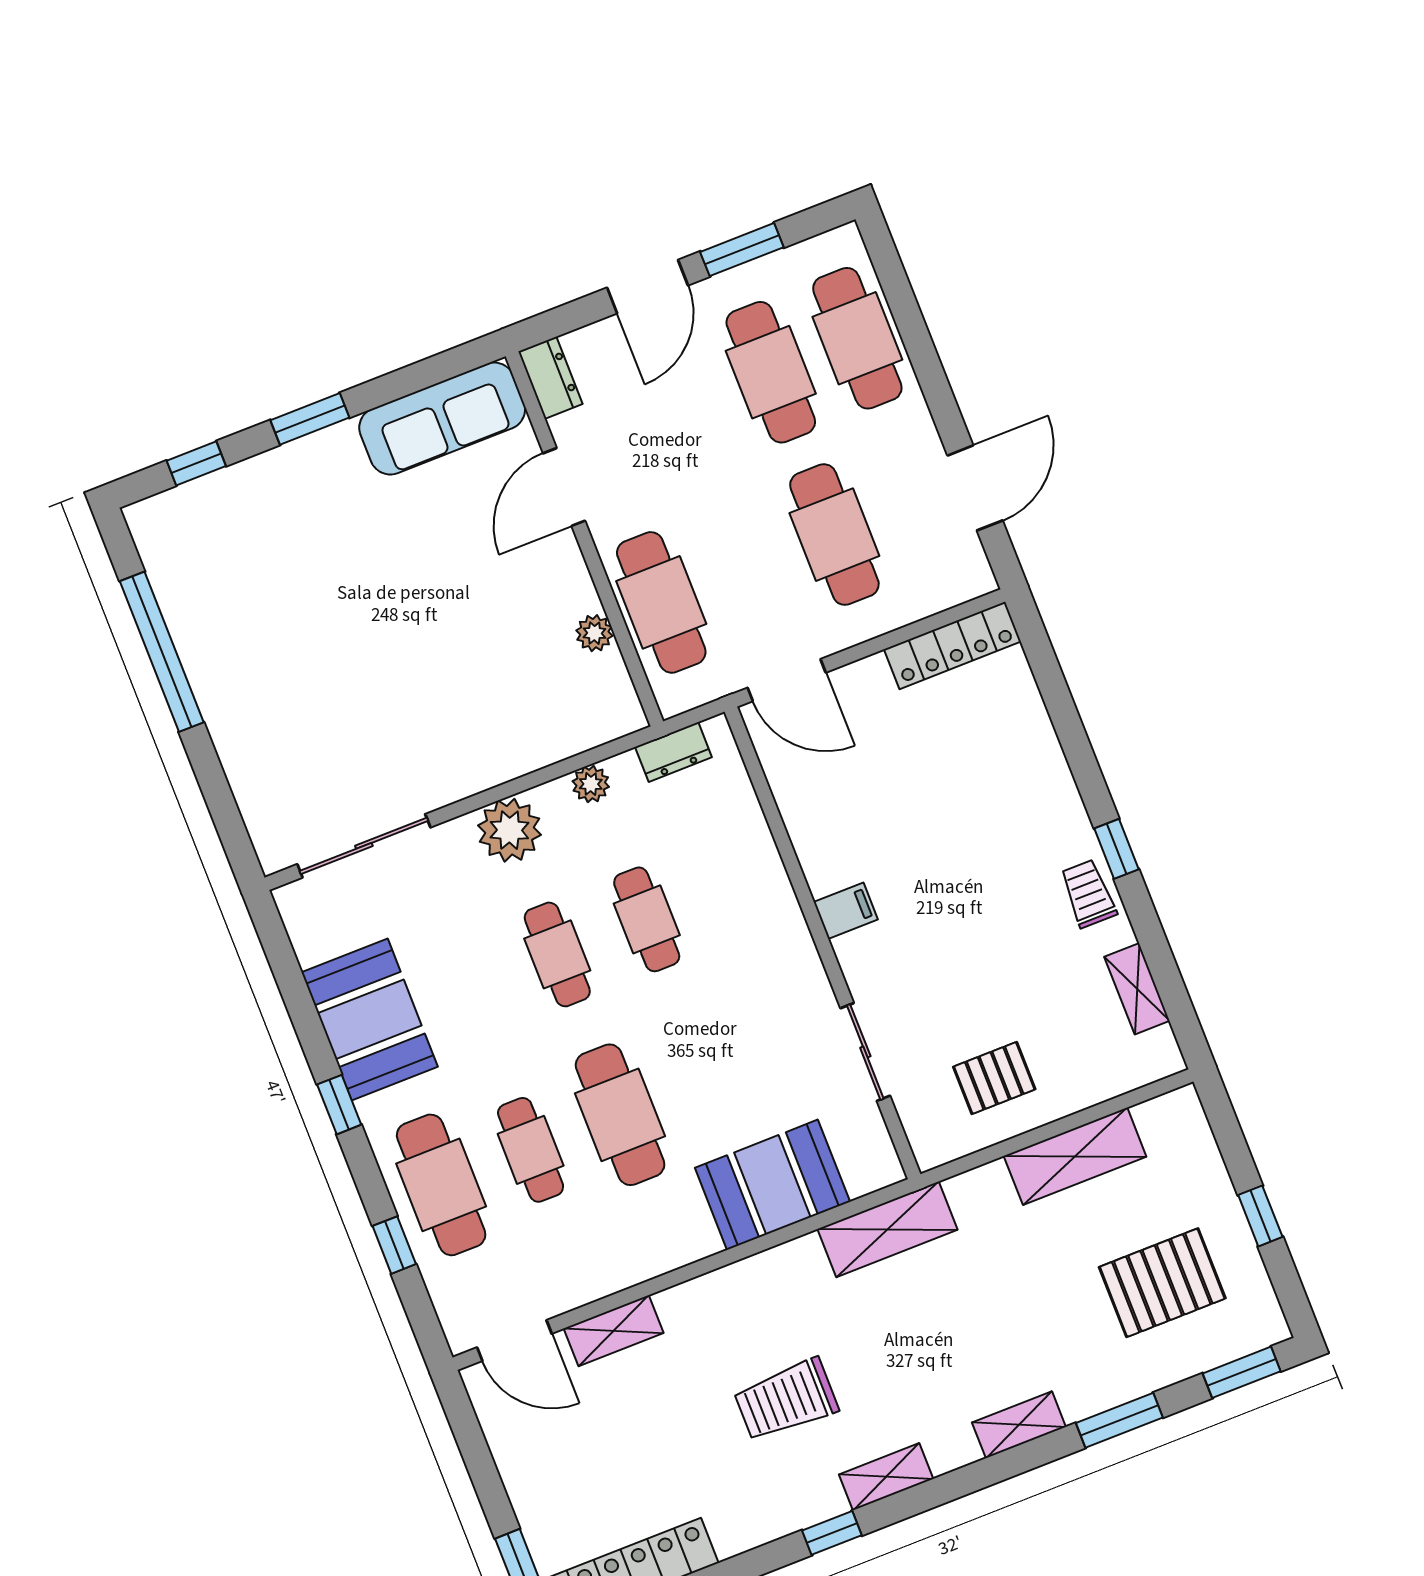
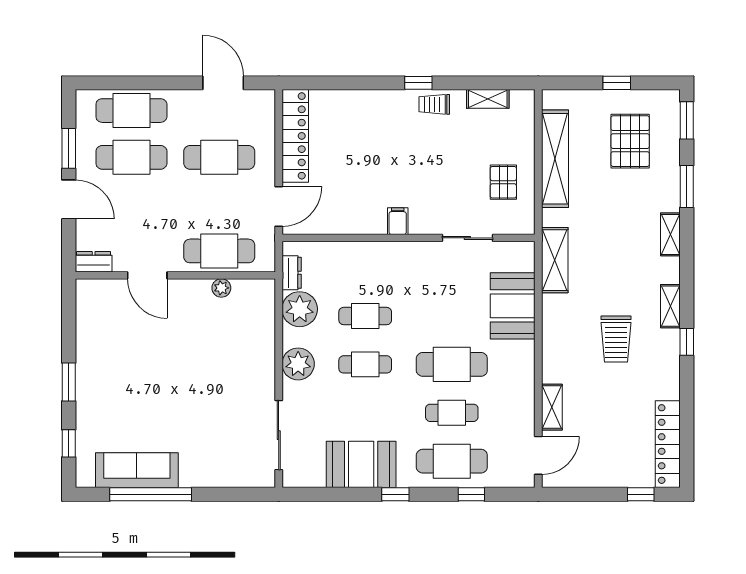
sofa: (442, 418) -> (137, 470), moved, turned -90
locker: (953, 645) -> (295, 136), width x1.41, depth x1.21
plant: (591, 784) -> (300, 309), width x1.88, depth x1.88
shelving: (1075, 1156) -> (555, 159), width x1.47

